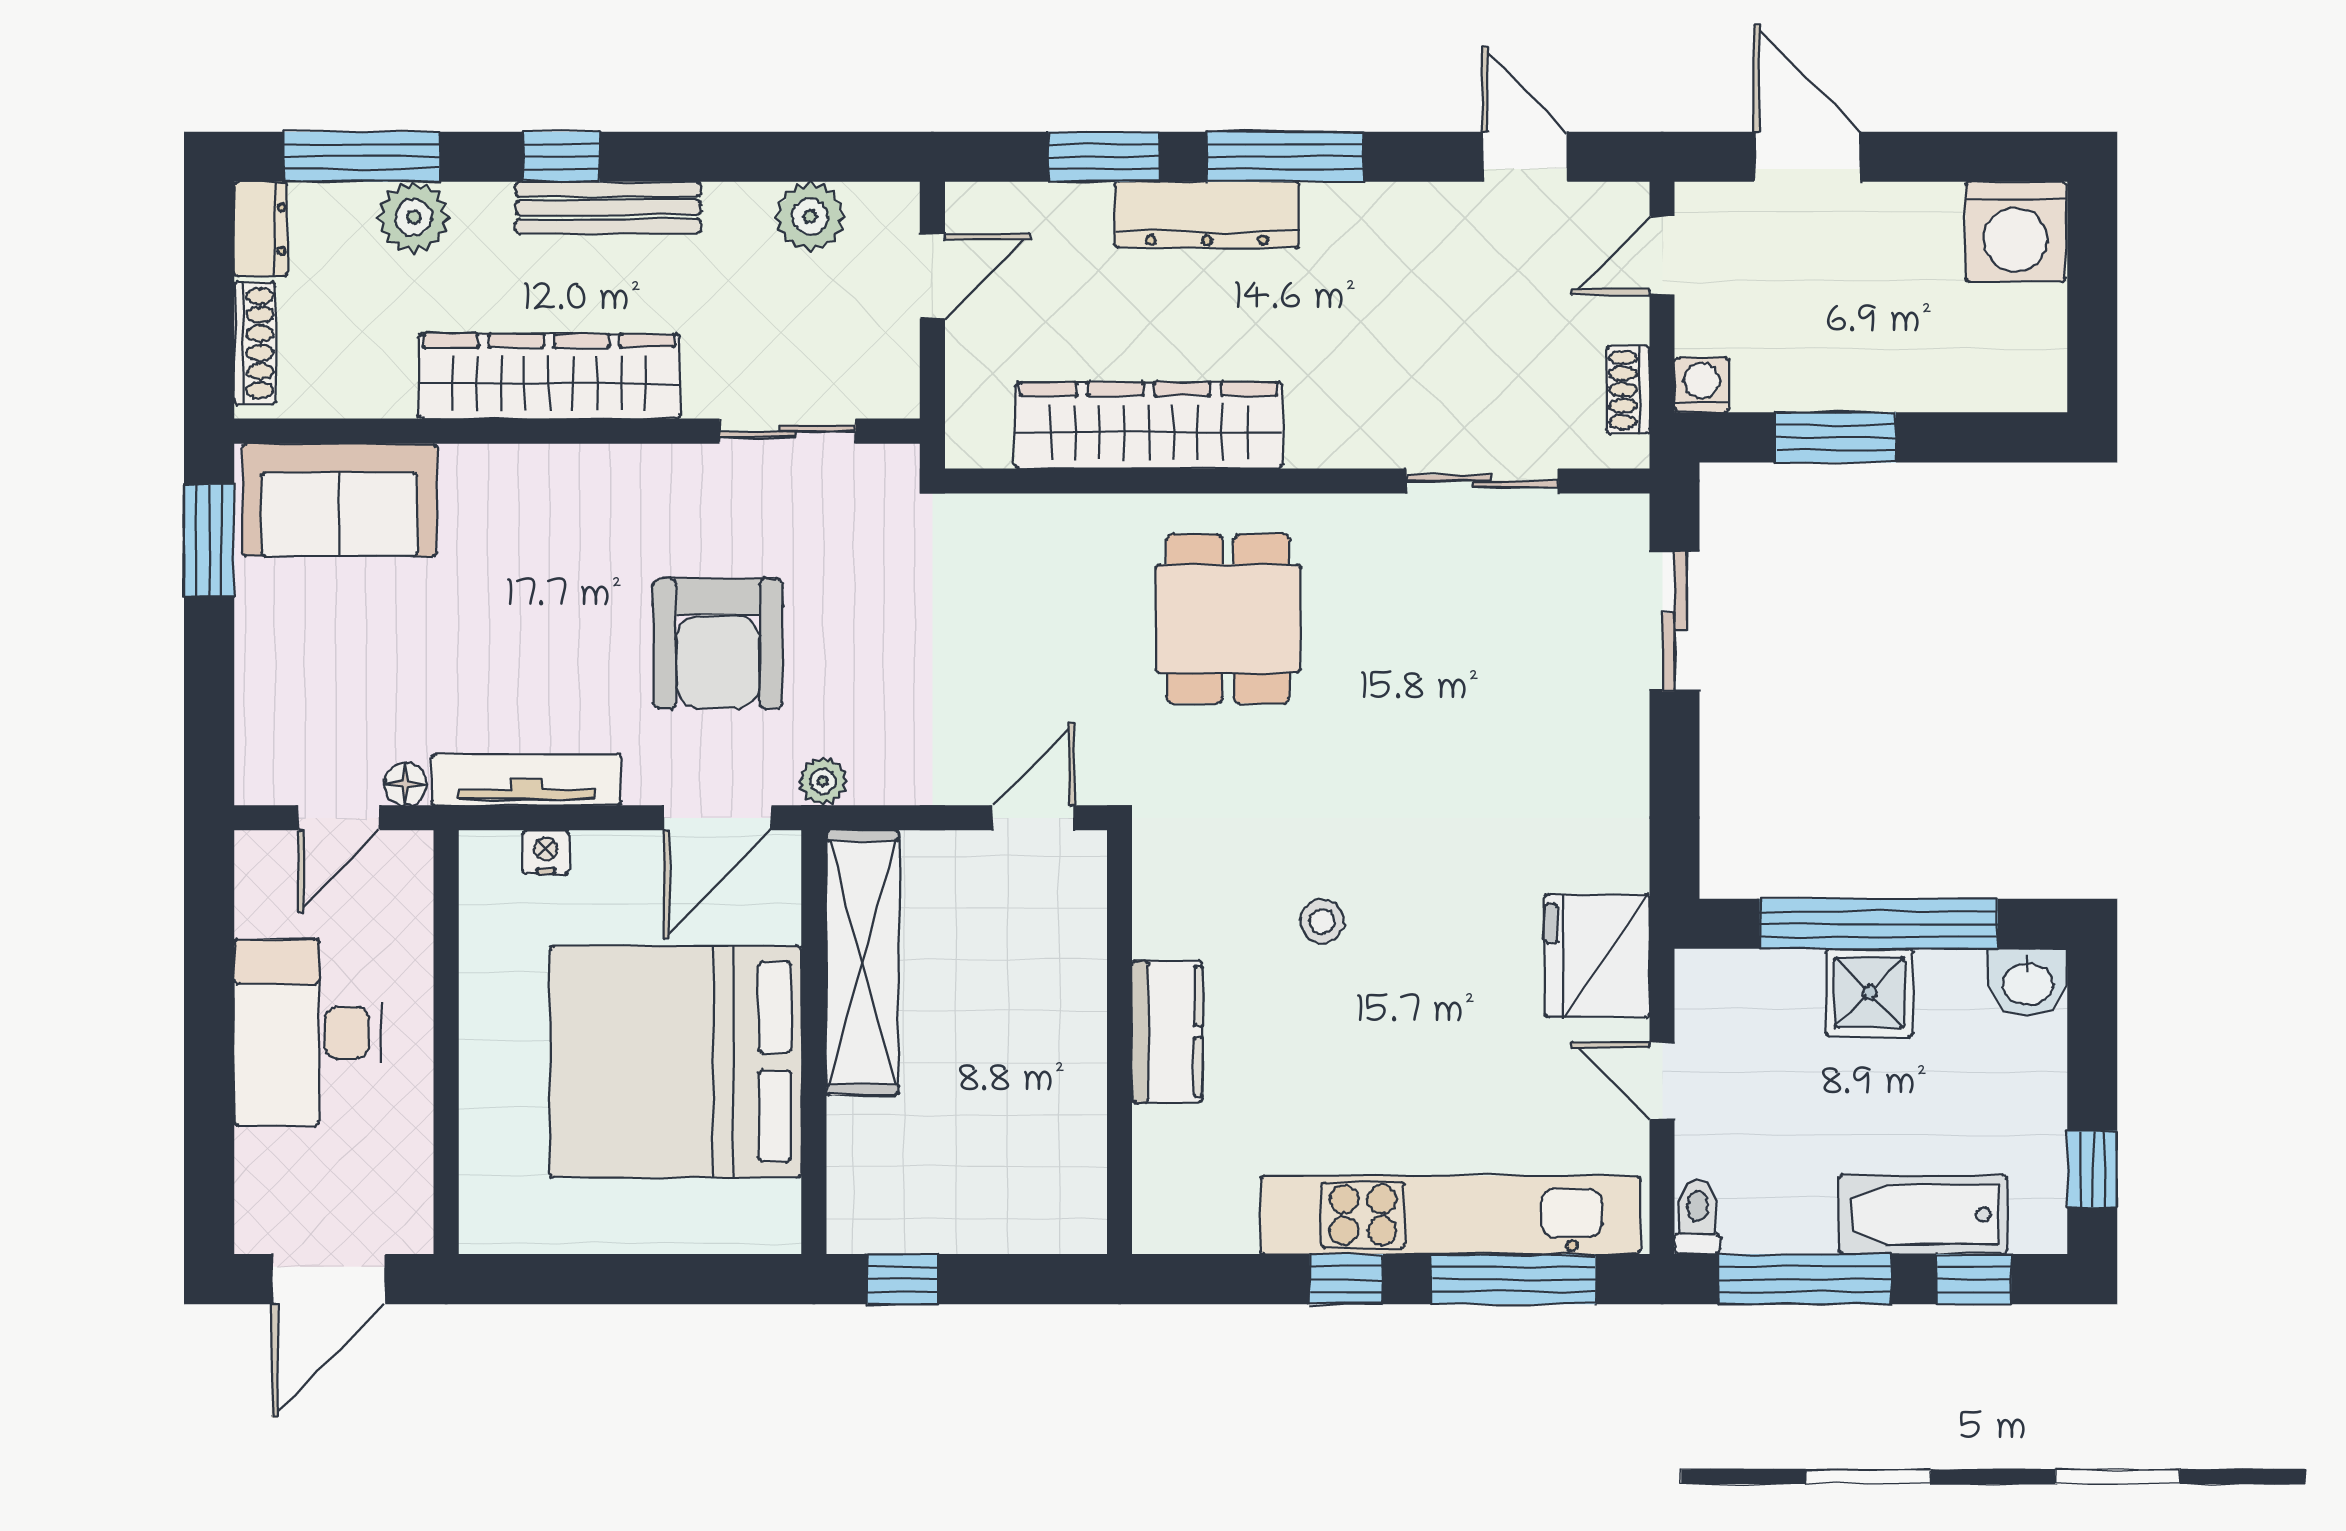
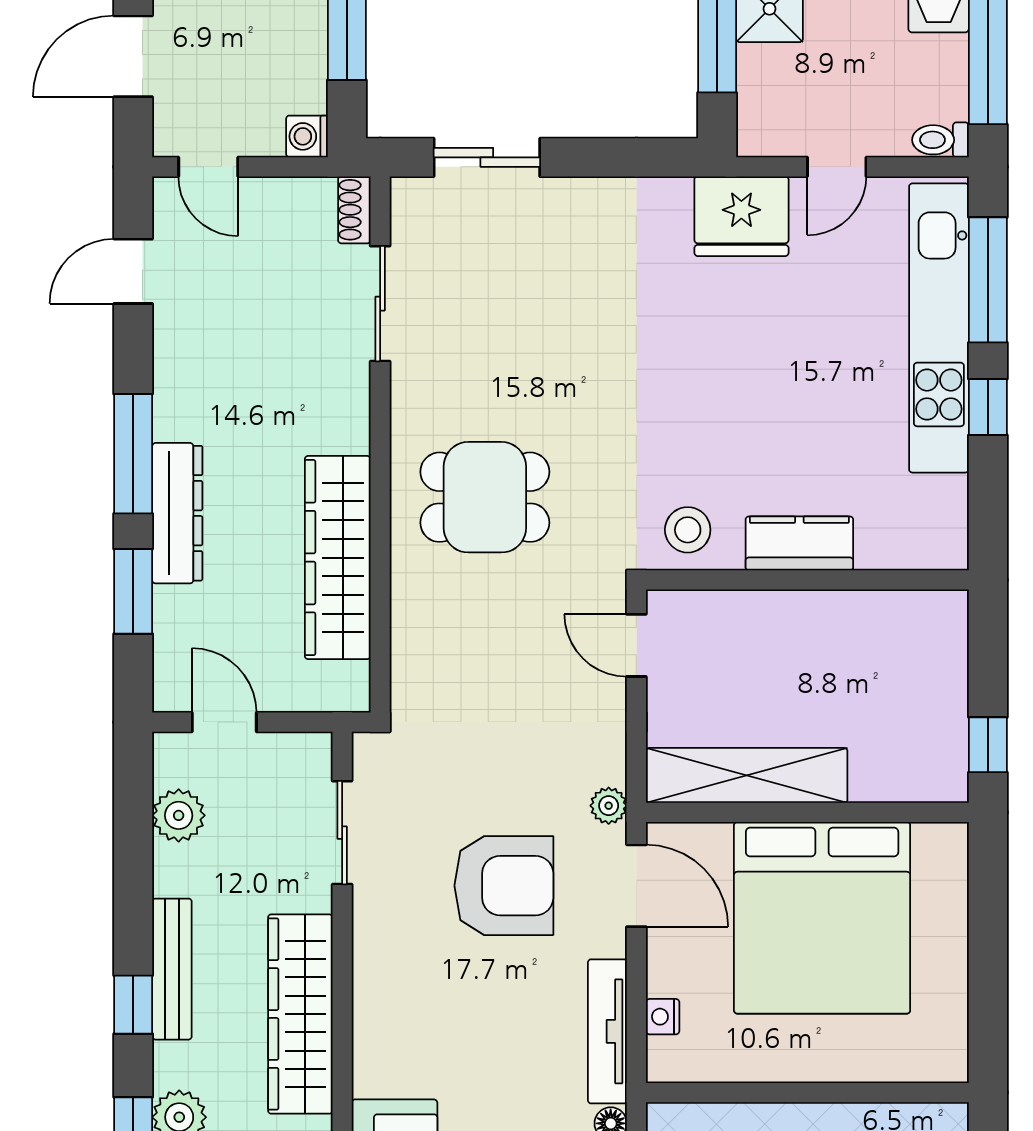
shoe rack: (1628, 390) -> (354, 210), moved, turned 90
stool: (1322, 921) -> (688, 530), moved, width x1.37, depth x1.37

